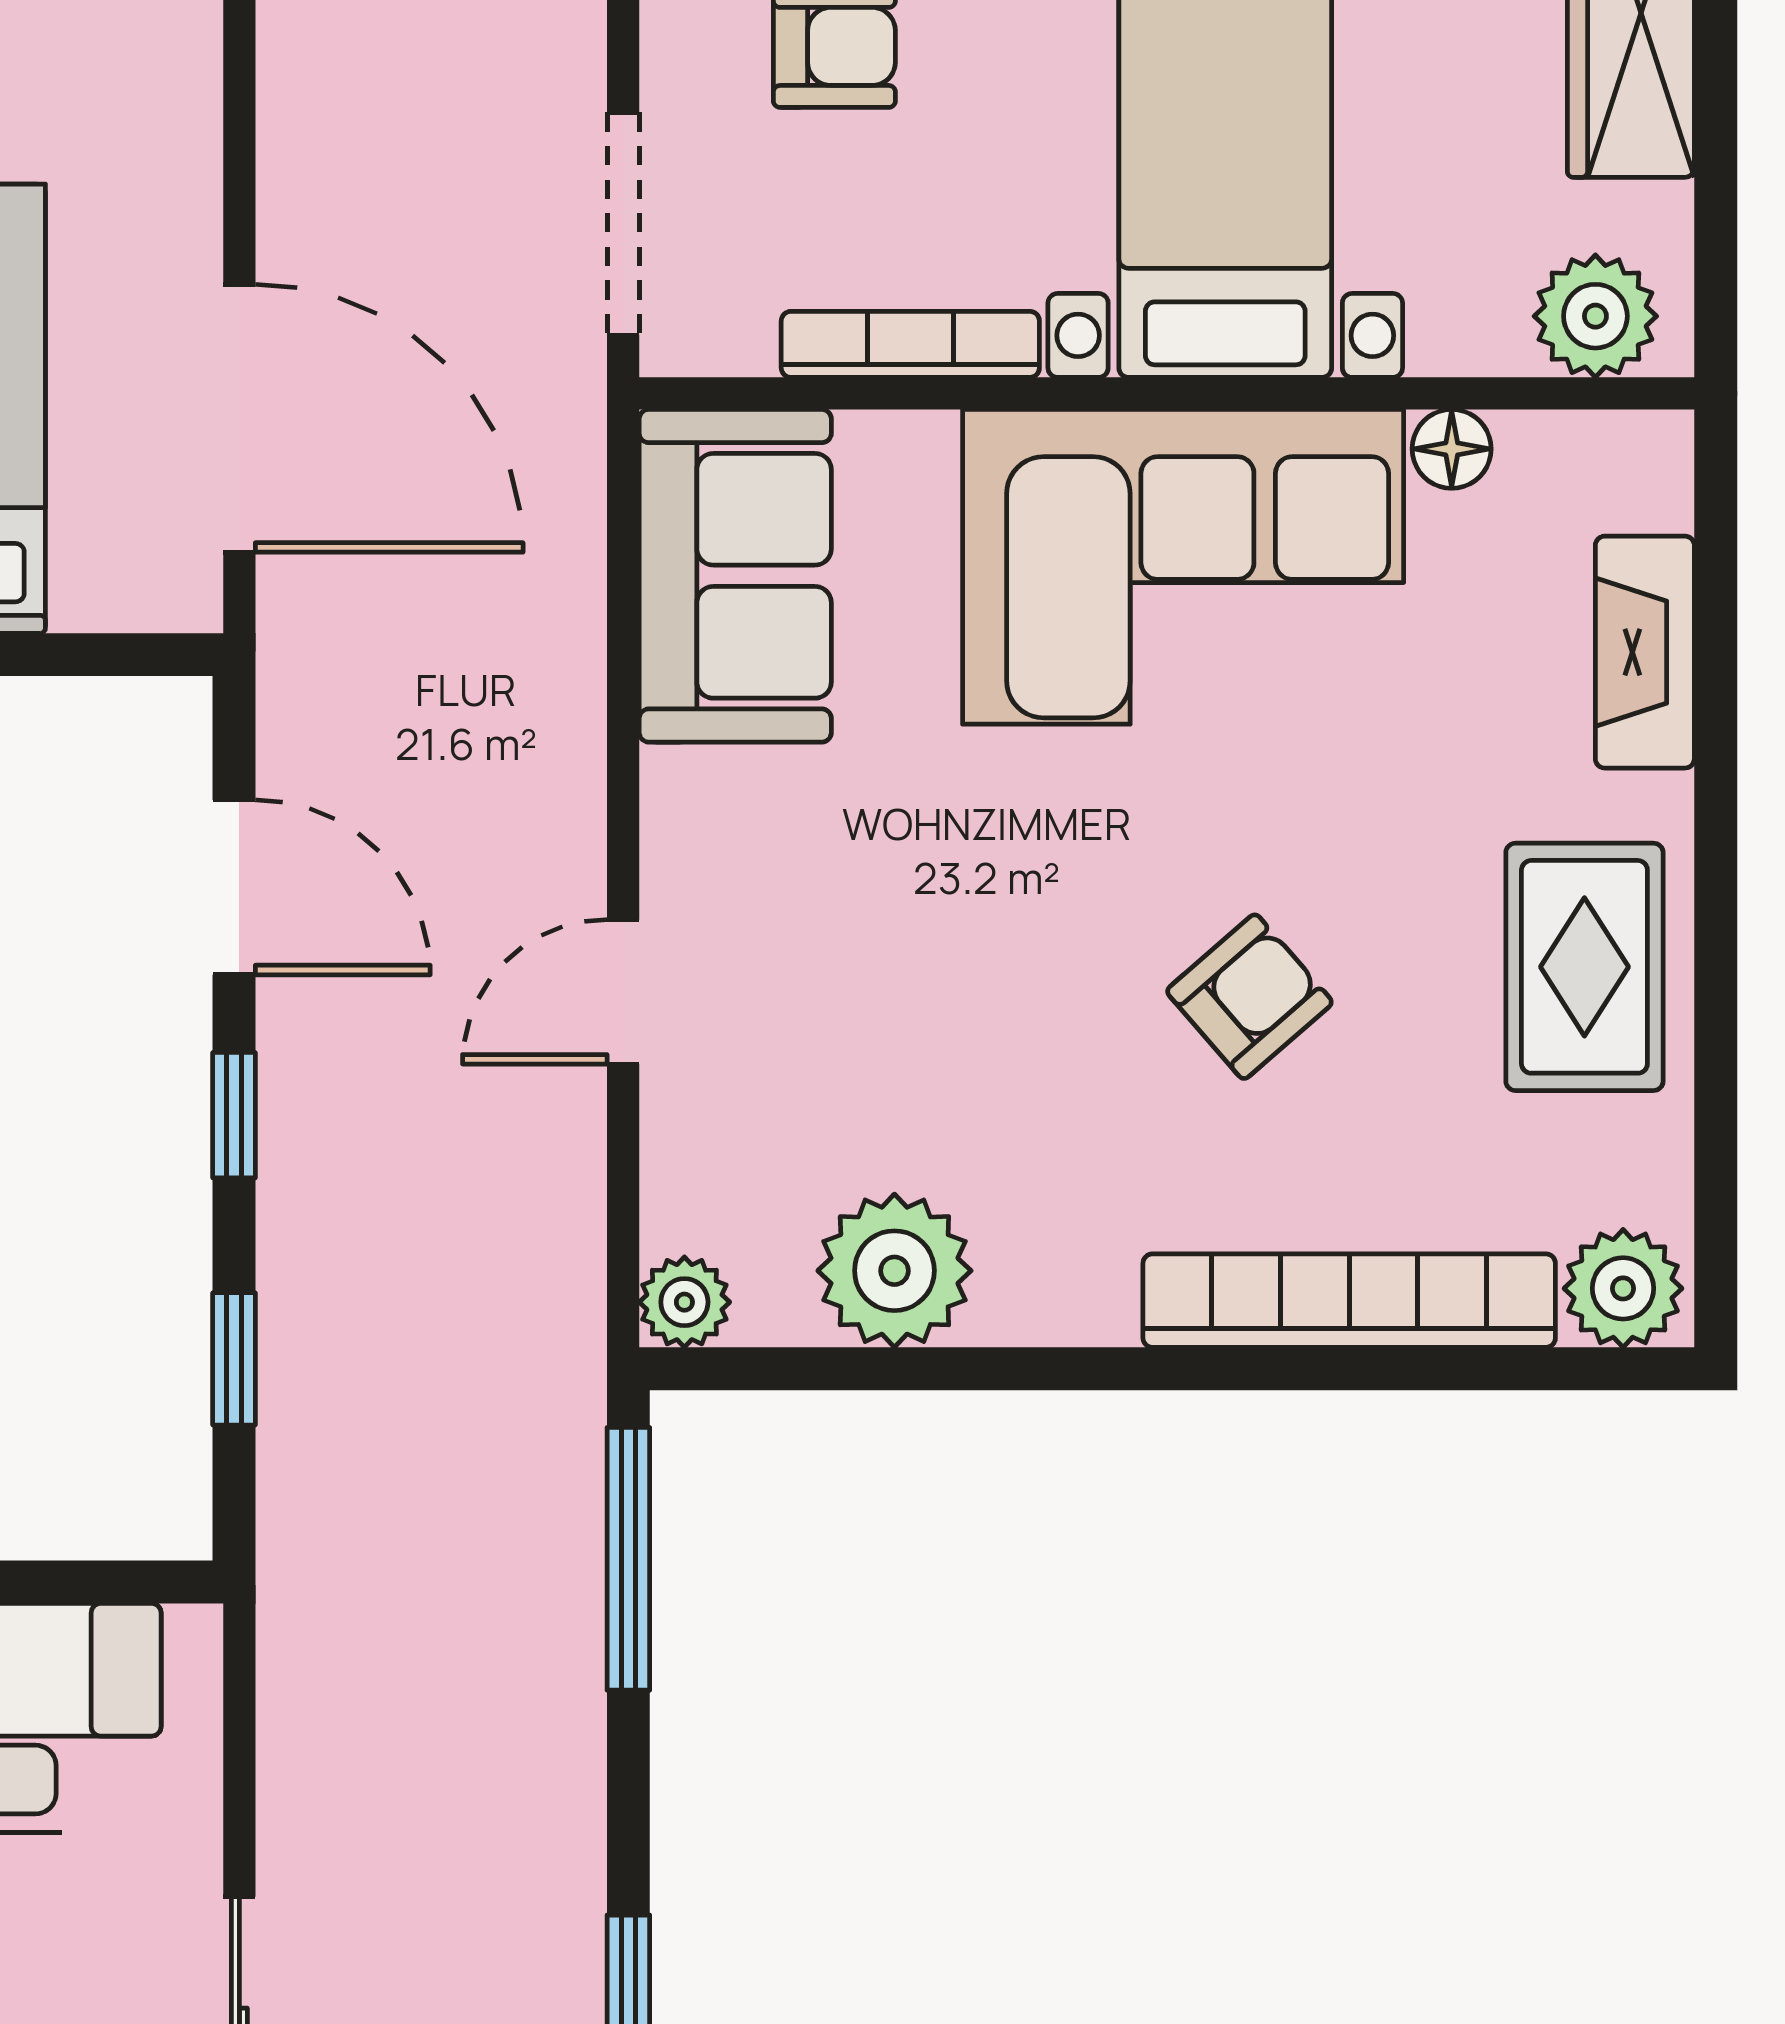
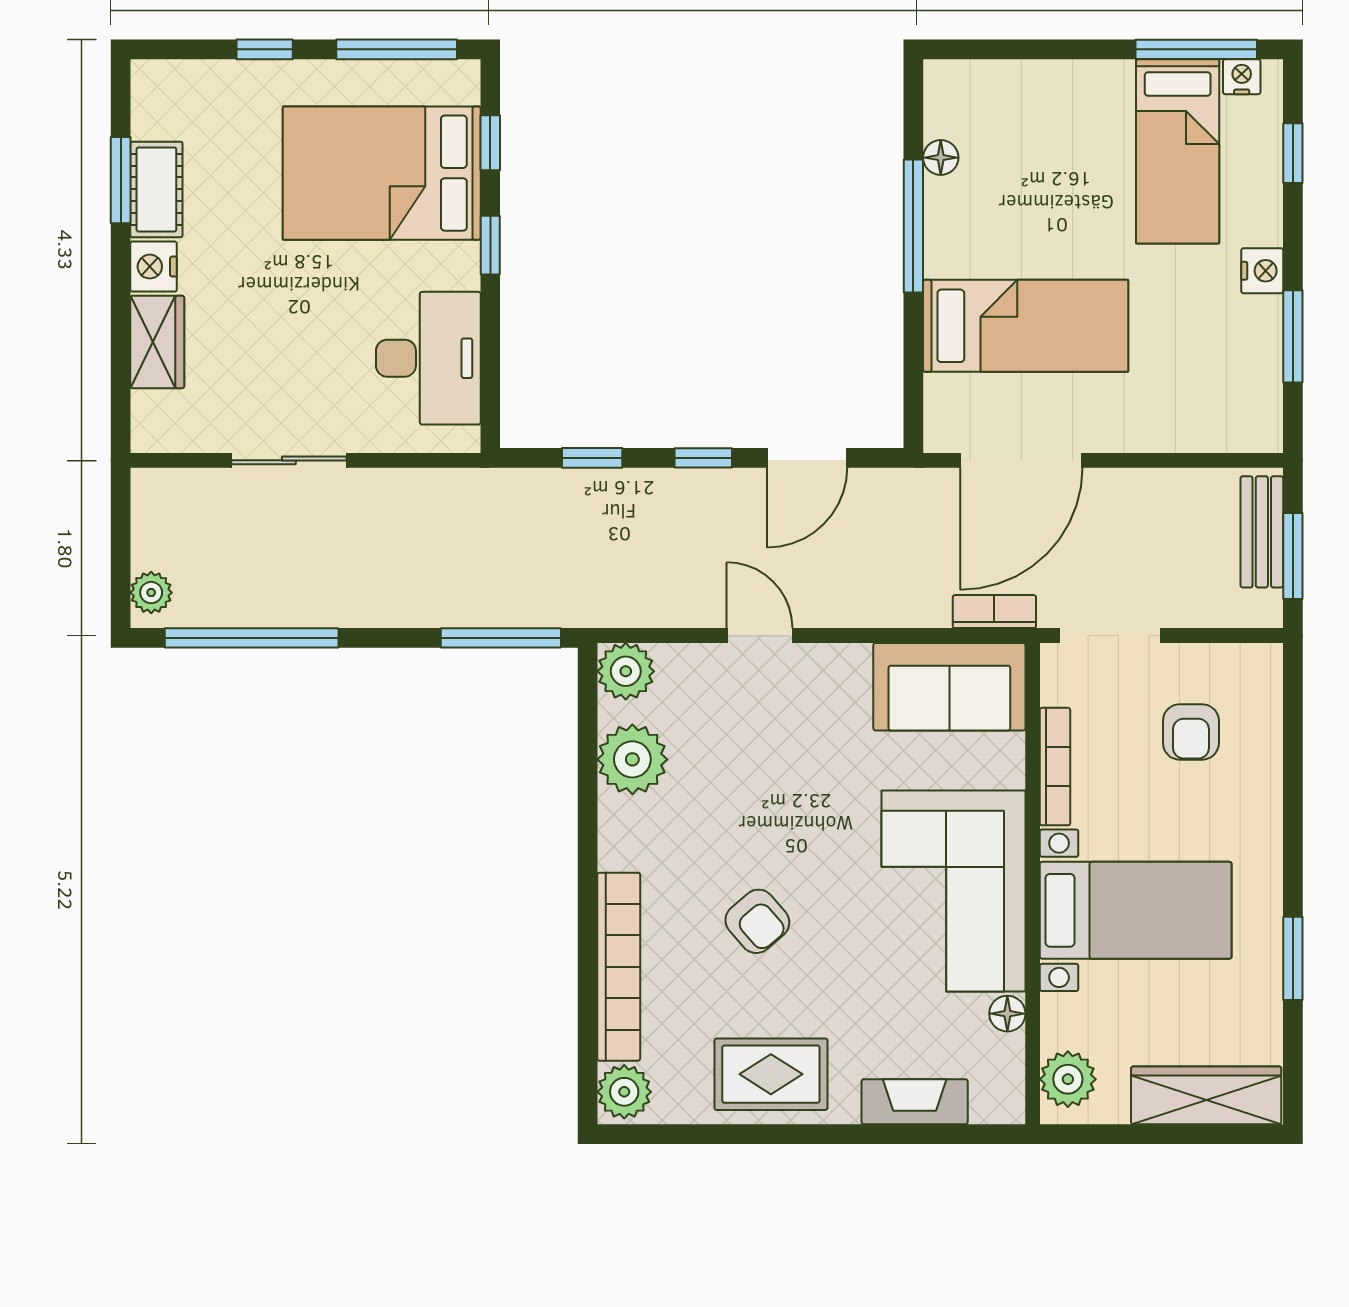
bookcase: (571, 477) -> (994, 612), added
plant: (684, 1302) -> (626, 671), width x1.38, depth x1.38

